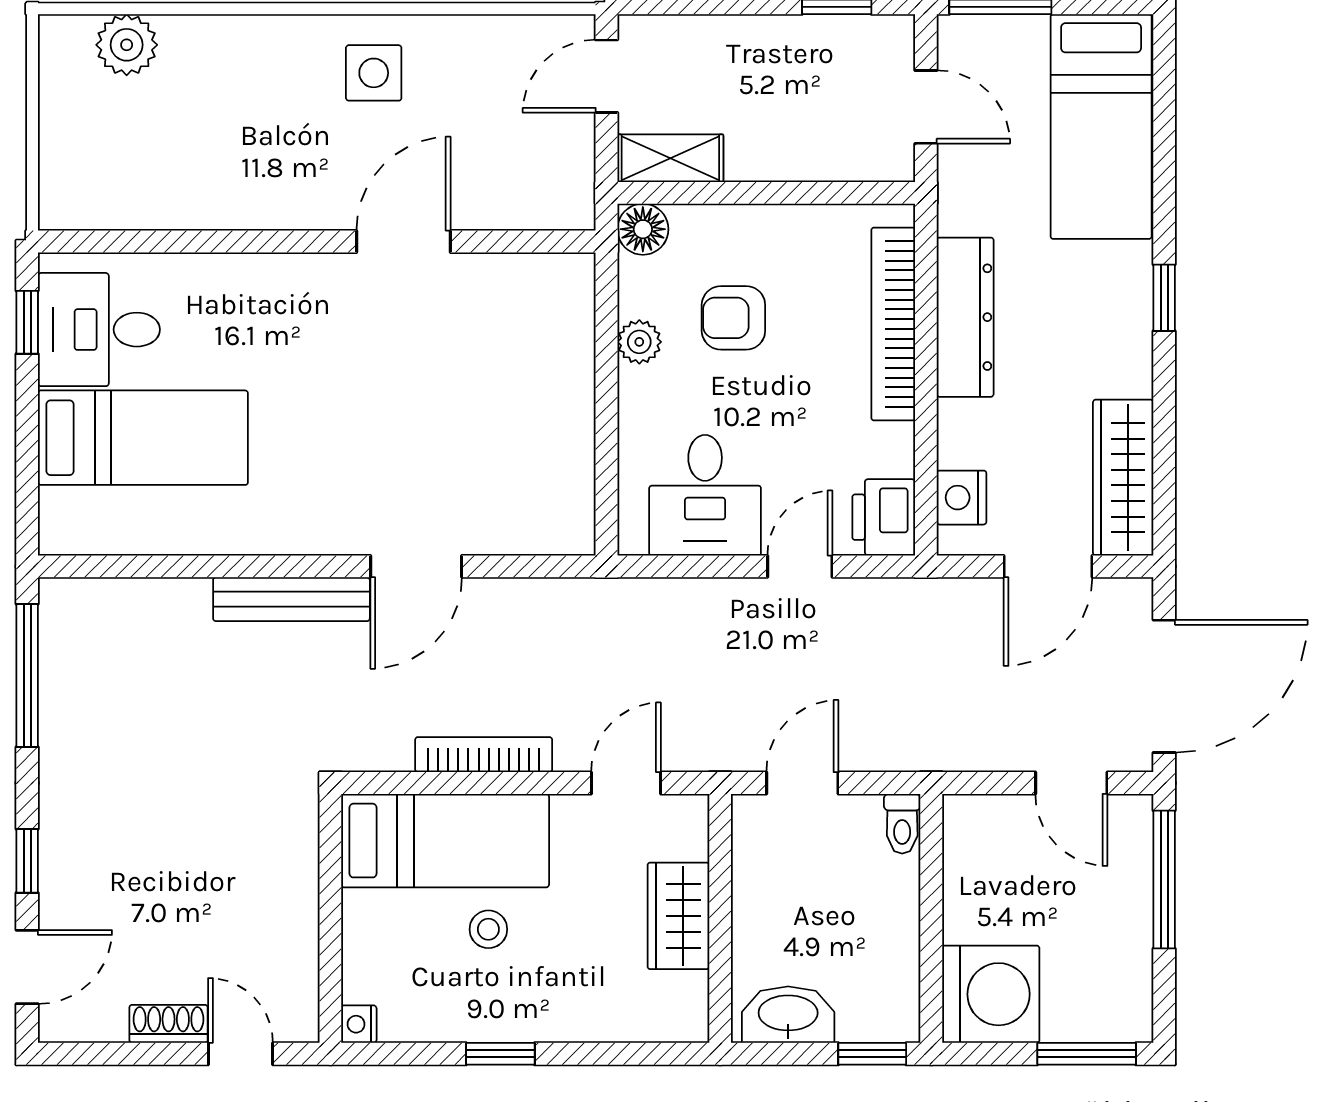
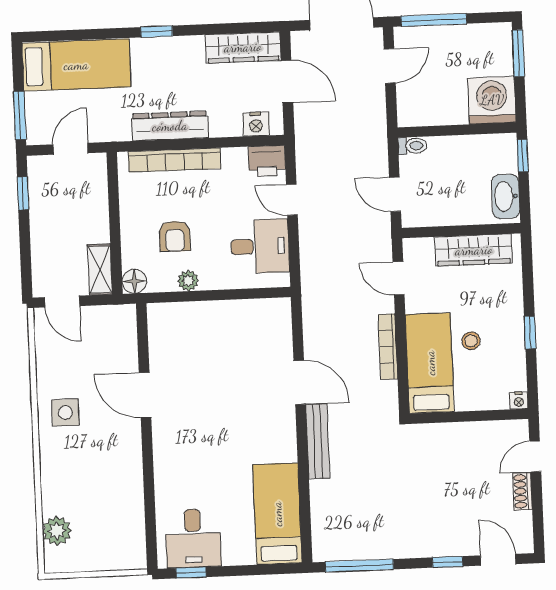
bed: (143, 438) -> (277, 514), moved
wardrobe: (678, 916) -> (474, 250), width x1.50

